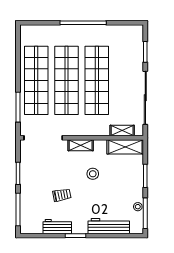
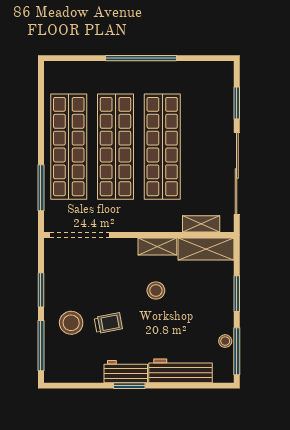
shelving: (81, 145) -> (157, 247), moved
stool: (38, 195) -> (71, 323), added
workbench: (57, 227) -> (126, 372), moved

